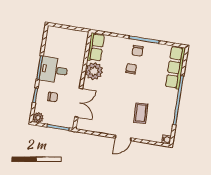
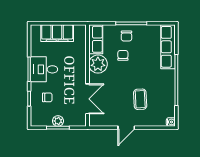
filing cabinet: (72, 37) -> (57, 33), added
row of seats: (96, 47) -> (96, 39), moved
plant: (94, 71) -> (98, 64), moved
wall: (82, 81) -> (88, 76), moved
double door: (79, 103) -> (88, 99), moved
plant: (38, 118) -> (58, 121), moved

